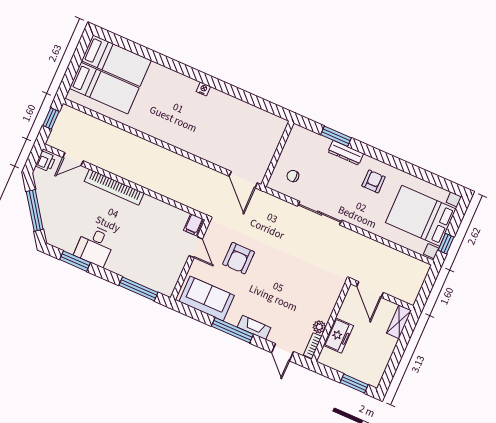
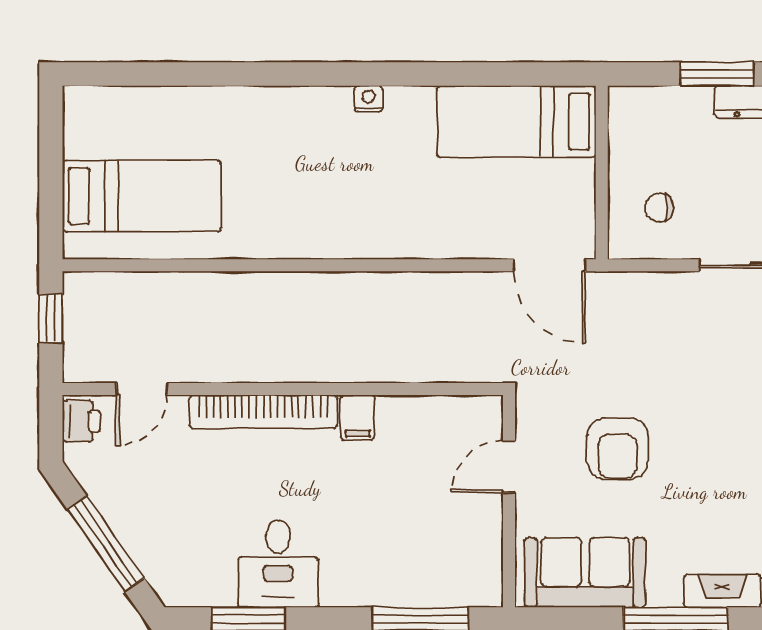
bed: (116, 61) -> (516, 121), moved, turned 180
filing cabinet: (193, 225) -> (358, 418), moved
door: (196, 247) -> (509, 467), swing flipped

